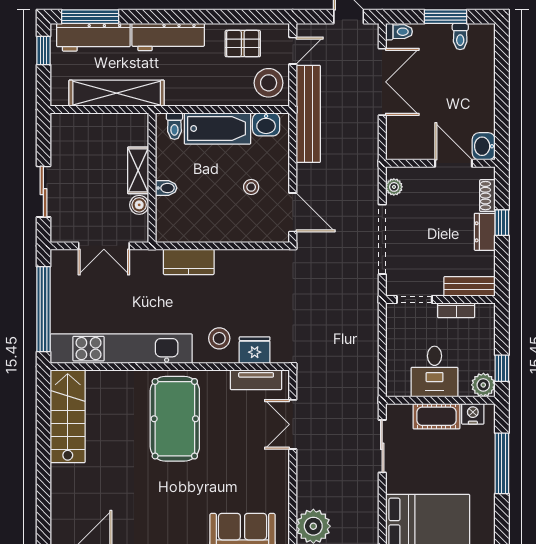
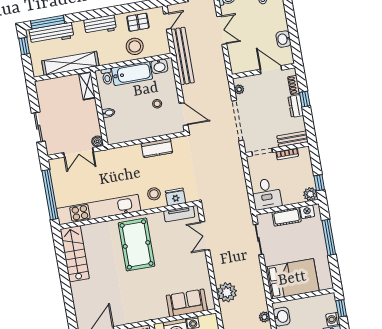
workbench: (168, 37) -> (100, 25), width x0.73
double door: (382, 82) -> (222, 30), width x0.73
stool: (269, 83) -> (135, 46), moved
washbasin: (484, 146) -> (283, 39), moved
shelving: (138, 170) -> (87, 86), moved
boiler: (139, 205) -> (97, 141), moved
kitchen counter: (189, 262) -> (157, 148), moved
desk: (435, 371) -> (266, 194), moved

